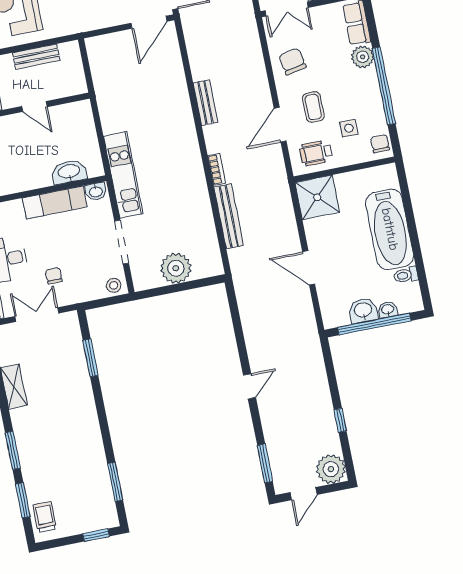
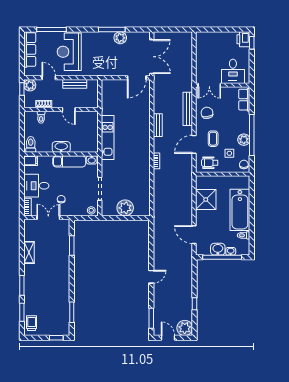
plant: (363, 57) -> (244, 140), moved
washbasin: (69, 172) -> (61, 147), moved
kitchen unit: (123, 175) -> (108, 138), moved
shower: (317, 197) -> (206, 200), moved
bench: (229, 216) -> (188, 109), moved
door: (309, 268) -> (194, 235), moved
door: (304, 494) -> (168, 338), swing flipped

